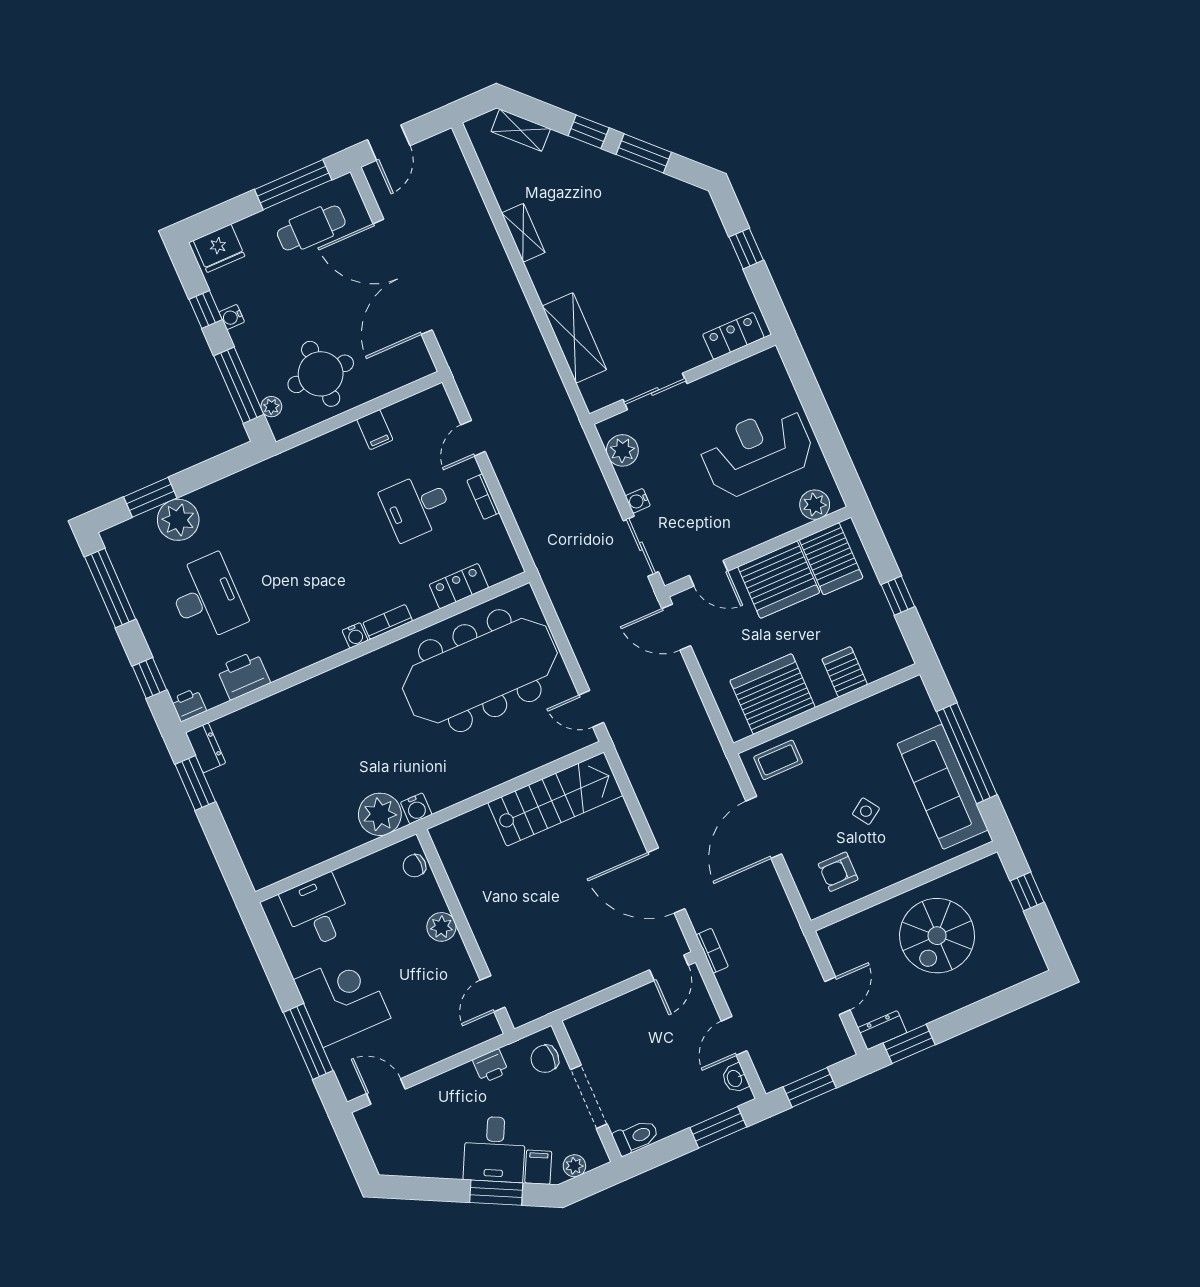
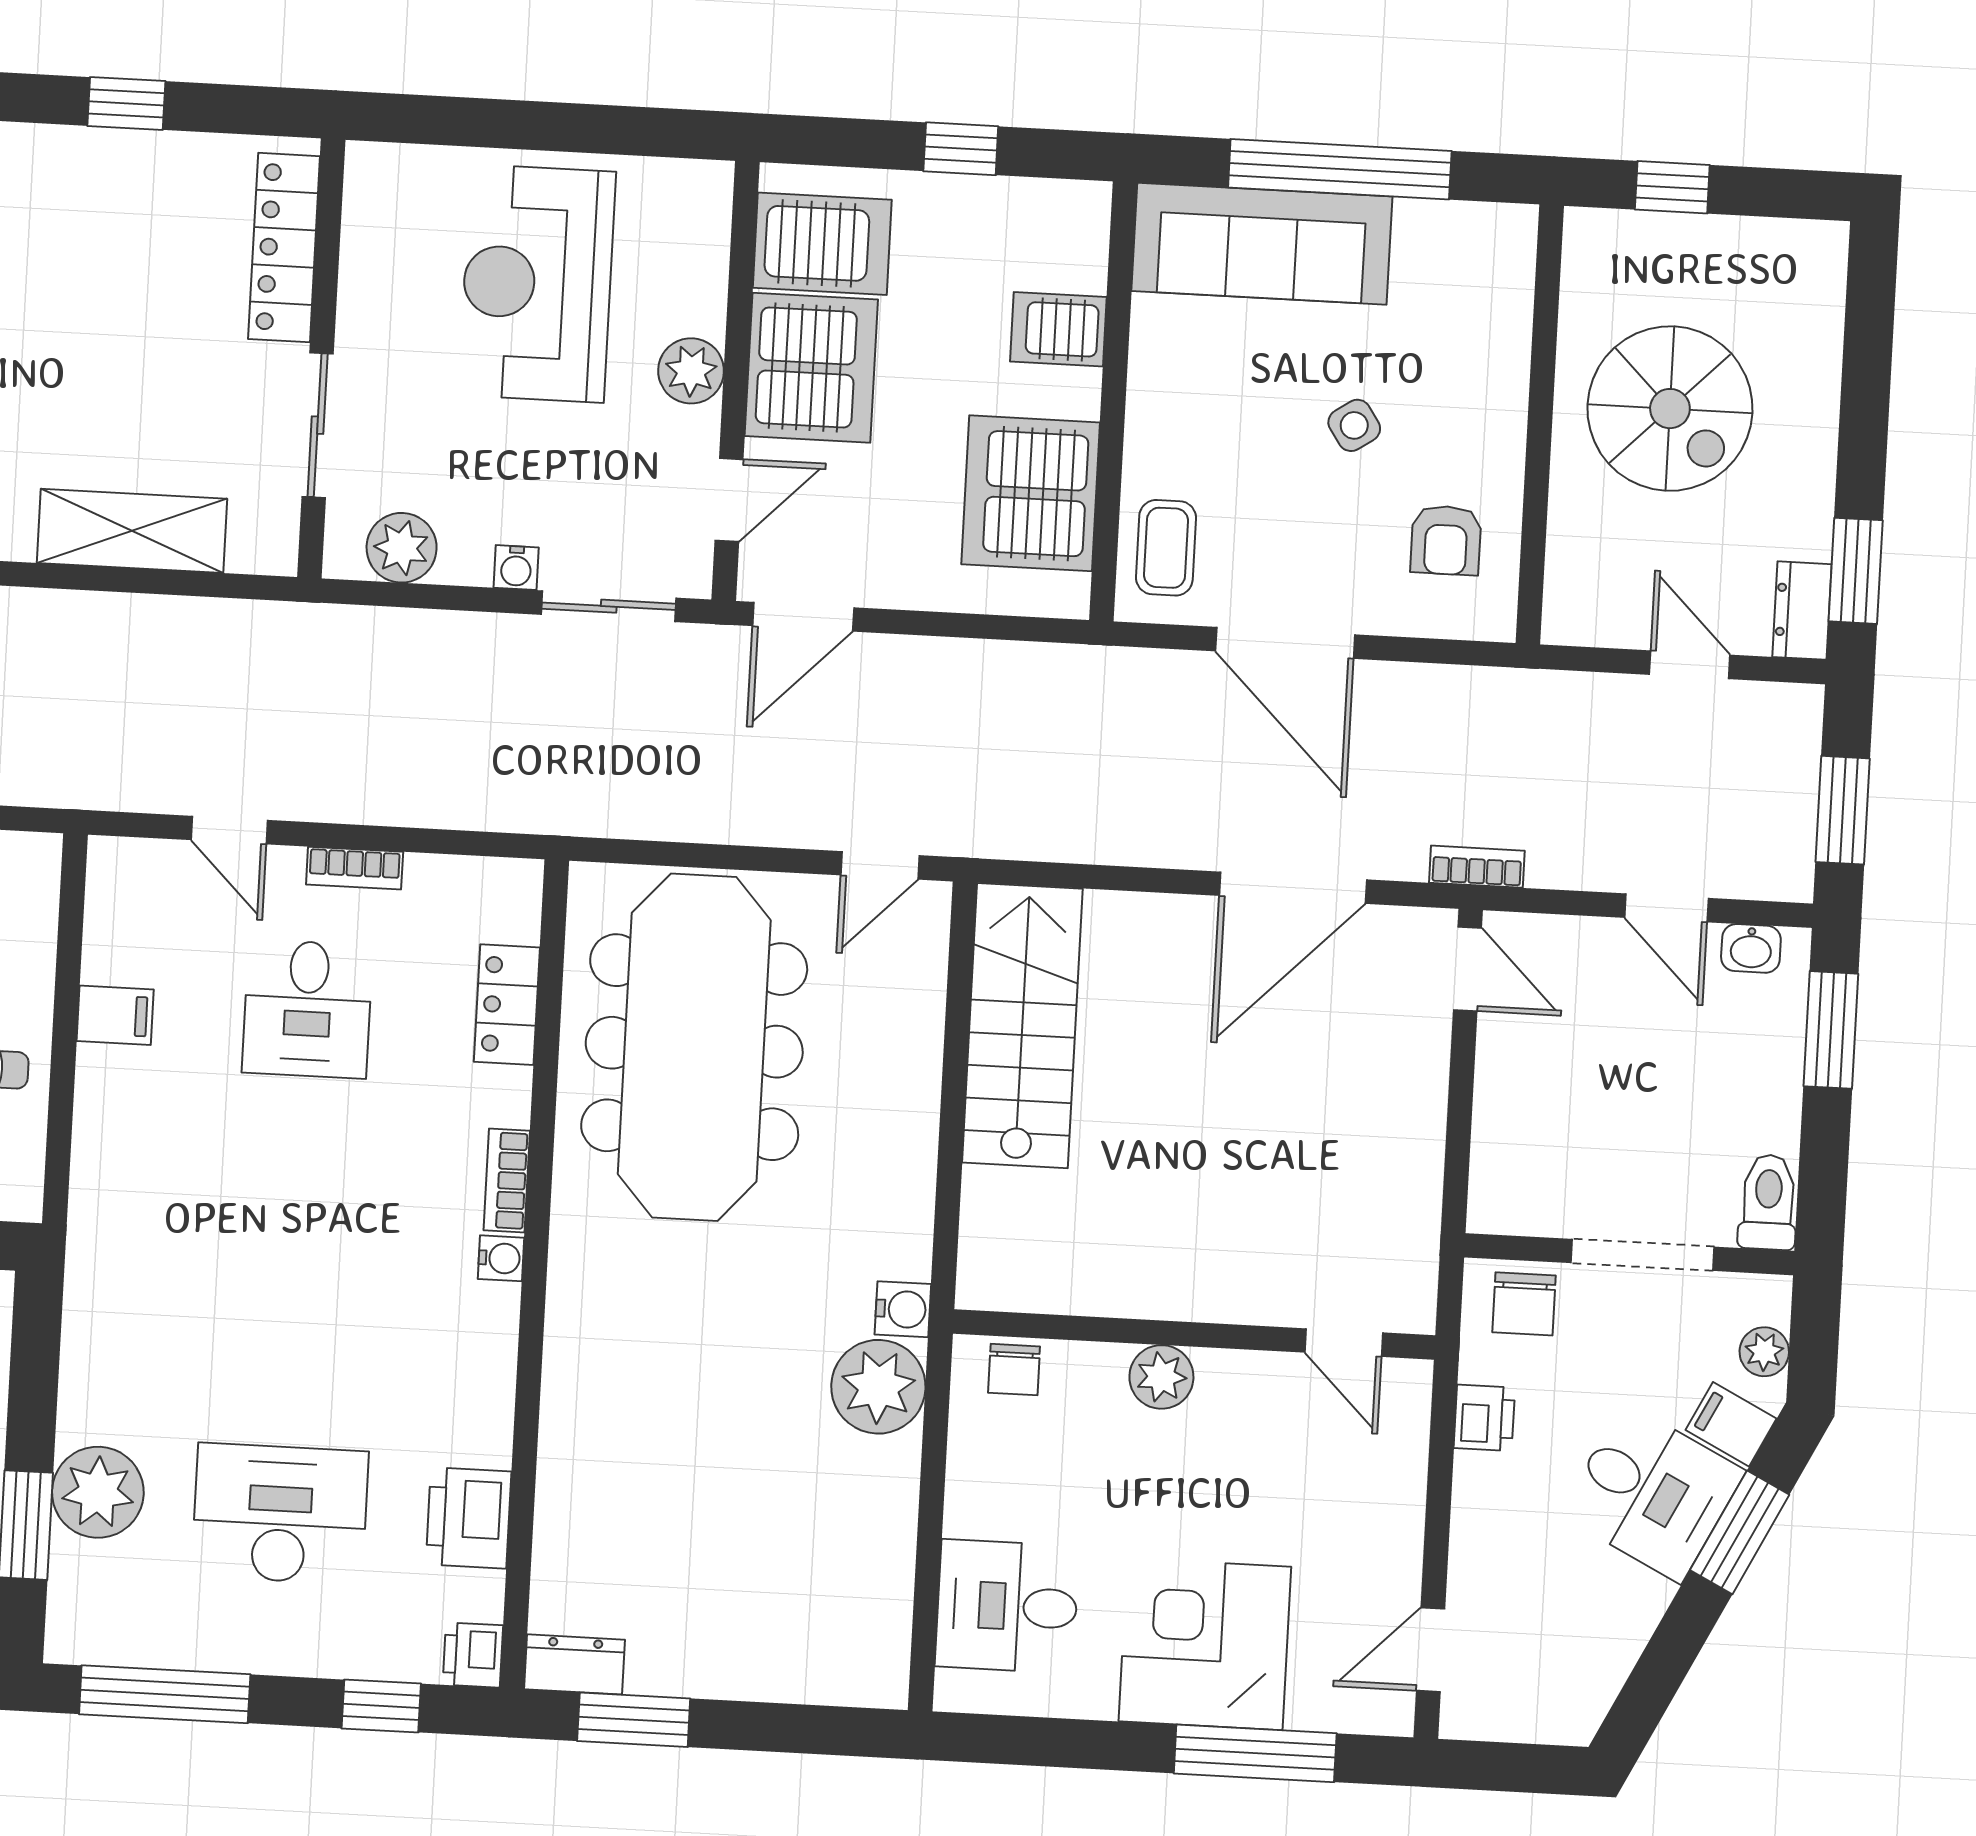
locker: (733, 336) -> (284, 248), width x1.53
plant: (815, 505) -> (691, 371), moved
sofa: (942, 787) -> (1262, 244), moved

